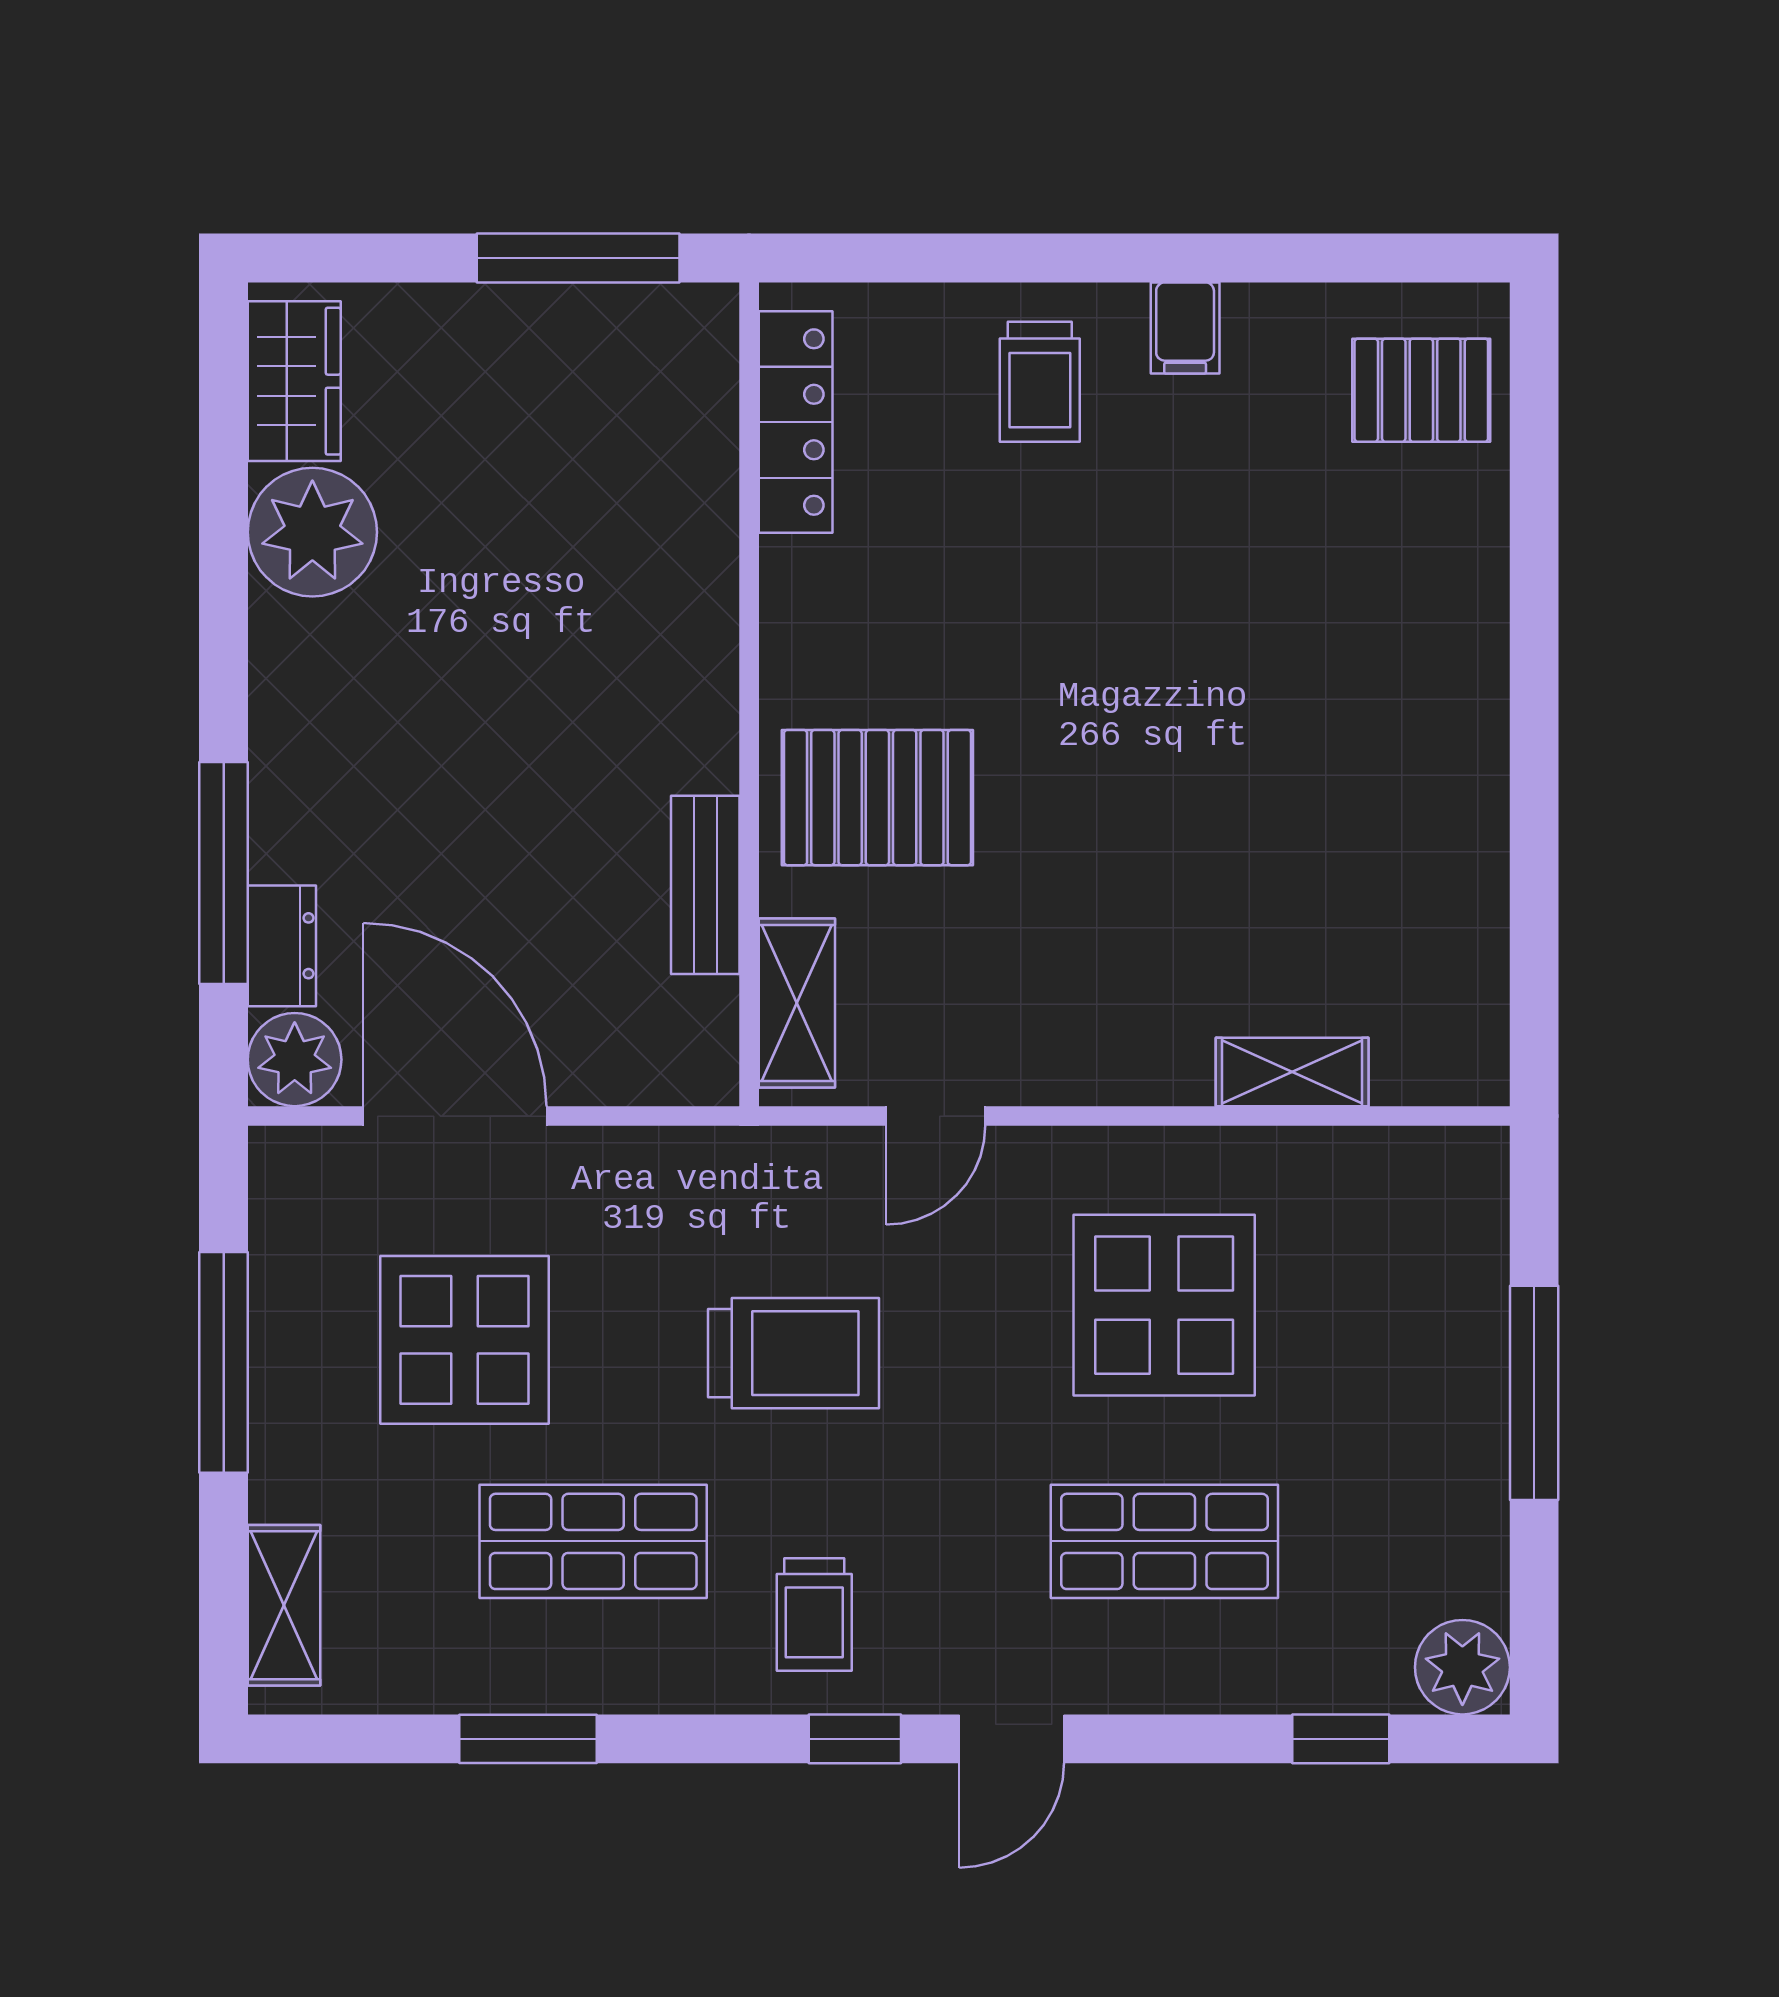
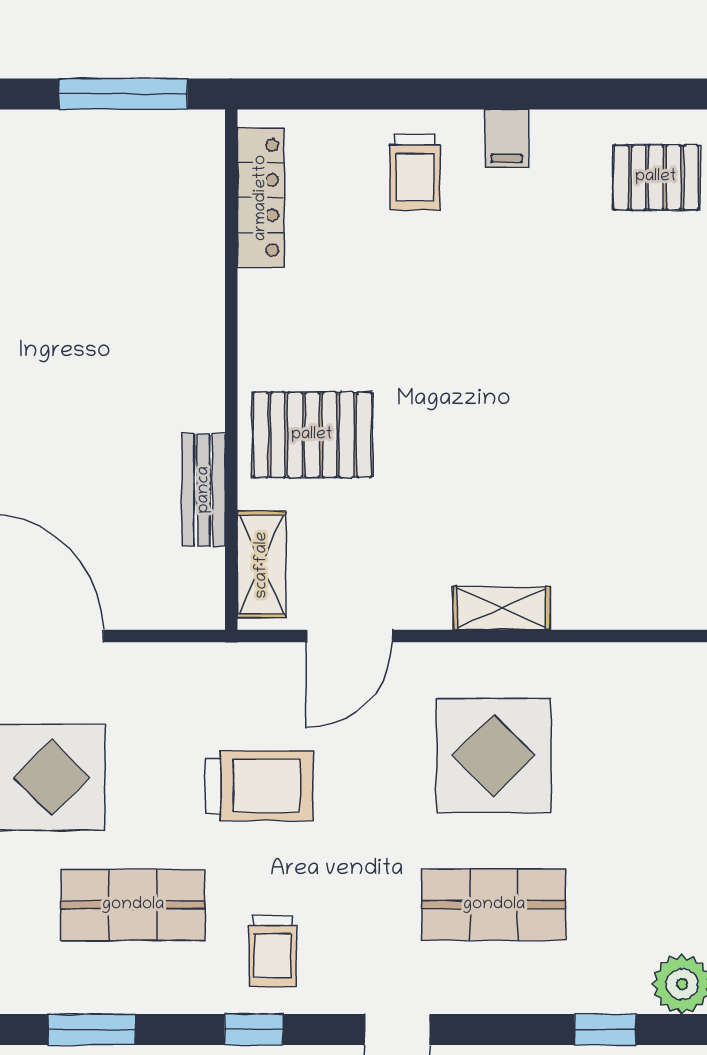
shelving: (1292, 1072) -> (501, 608), moved
door: (936, 1116) -> (349, 636), width x1.38
window: (855, 1739) -> (254, 1029), moved

